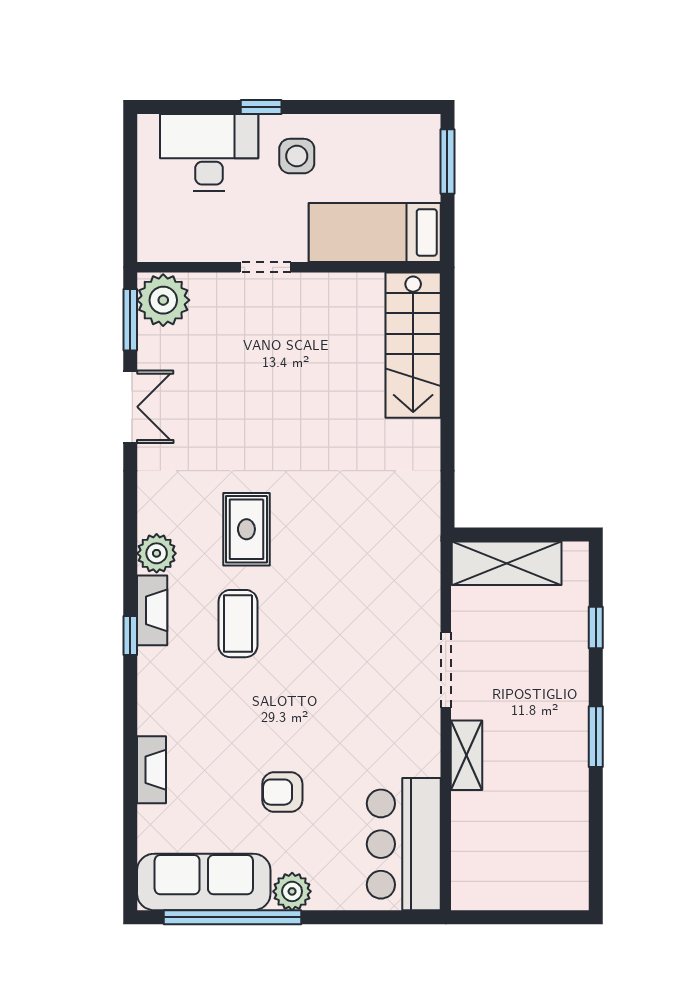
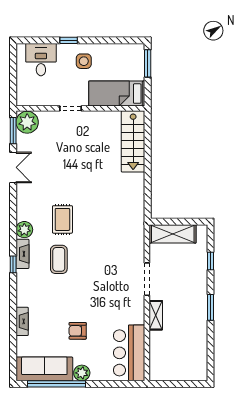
desk: (209, 152) -> (41, 60), width x0.73

